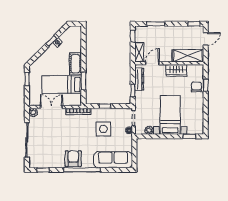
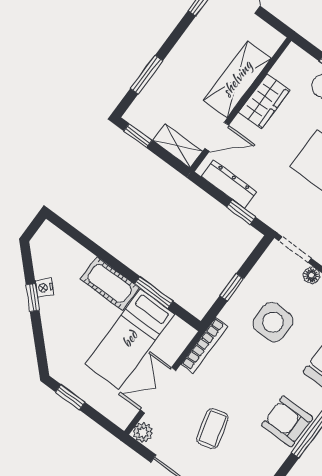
shelving: (188, 56) -> (237, 79), moved
door: (152, 63) -> (217, 137), swing flipped
coffee table: (52, 135) -> (212, 429), added

